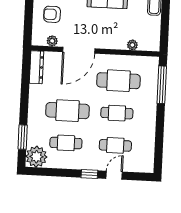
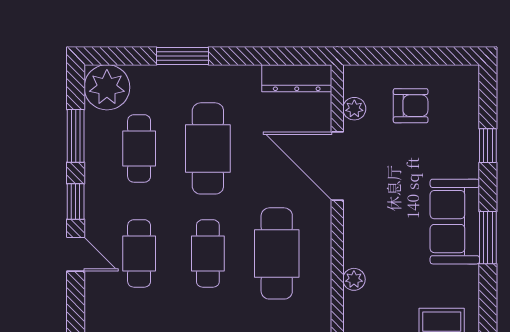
armchair: (52, 14) -> (411, 106), turned 90
window: (23, 137) -> (183, 56), moved
window: (59, 172) -> (76, 136), added

